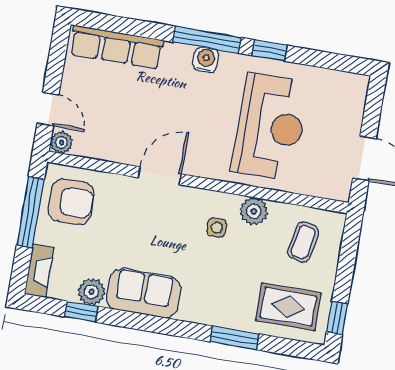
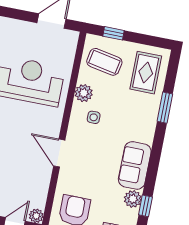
coffee table: (303, 242) -> (104, 62), width x1.36, depth x1.30
window: (337, 318) -> (113, 33), moved

